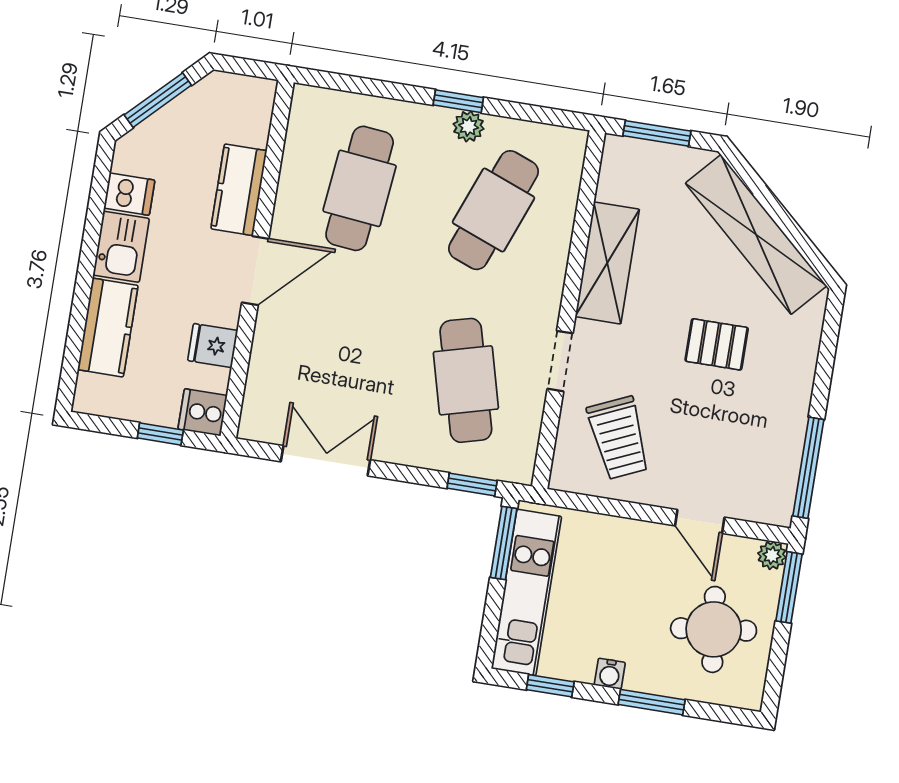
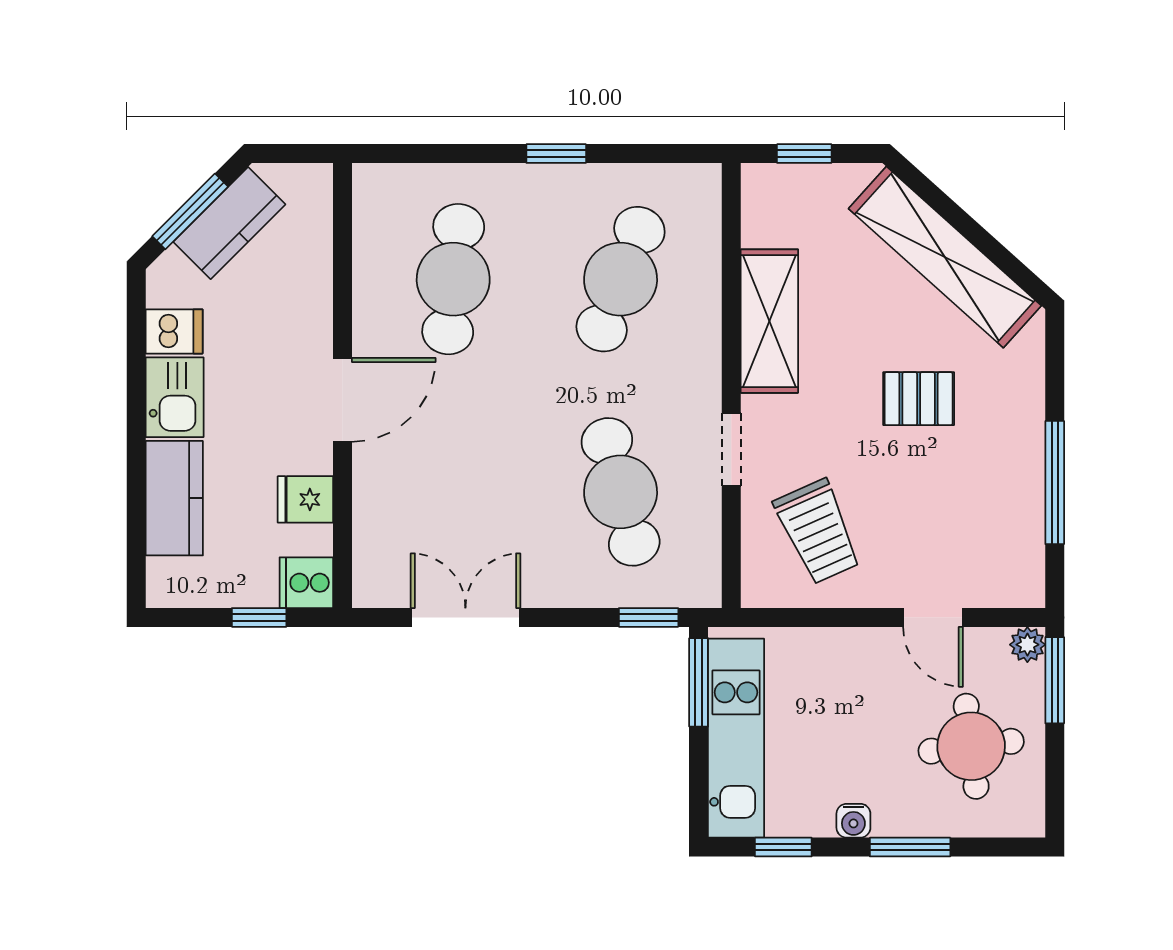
plant: (469, 126) -> (574, 182), removed
window: (657, 133) -> (804, 154), width x0.67
kitchen counter: (239, 190) -> (229, 223), moved, turned -135
window: (808, 468) -> (1055, 483), moved

